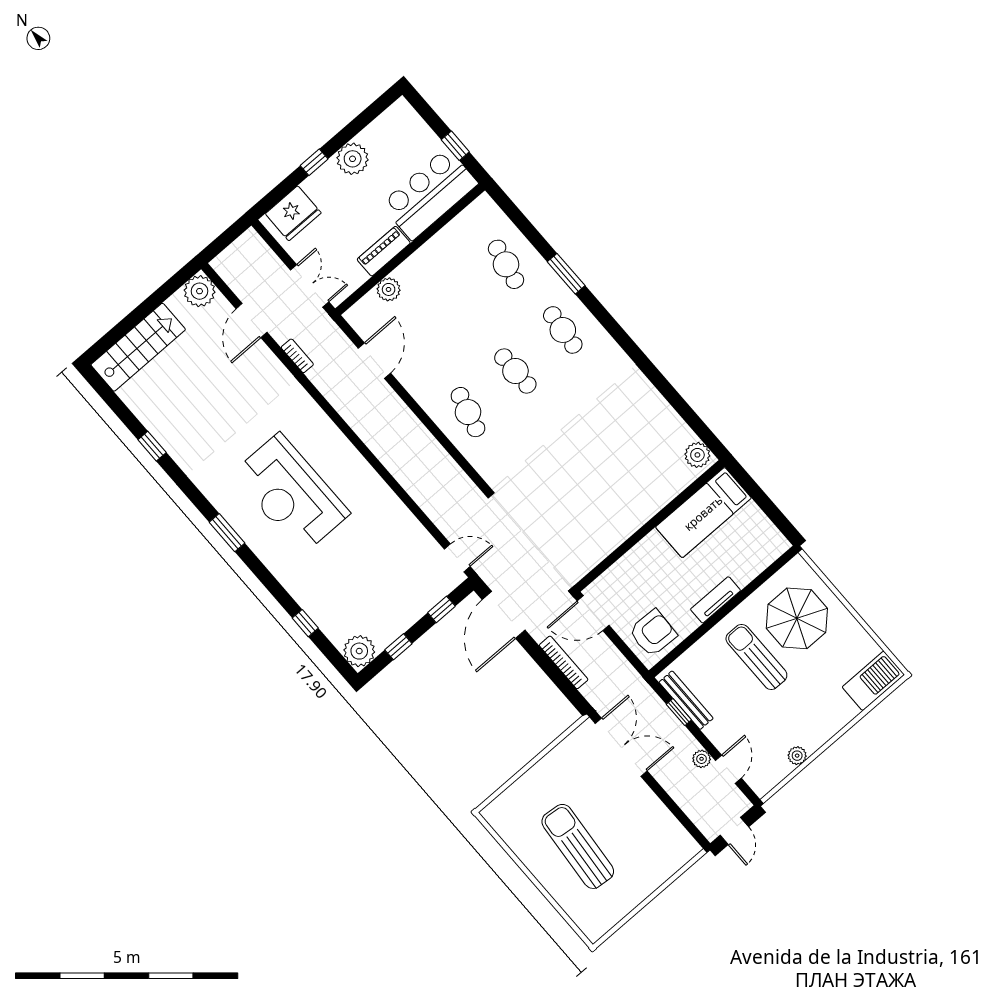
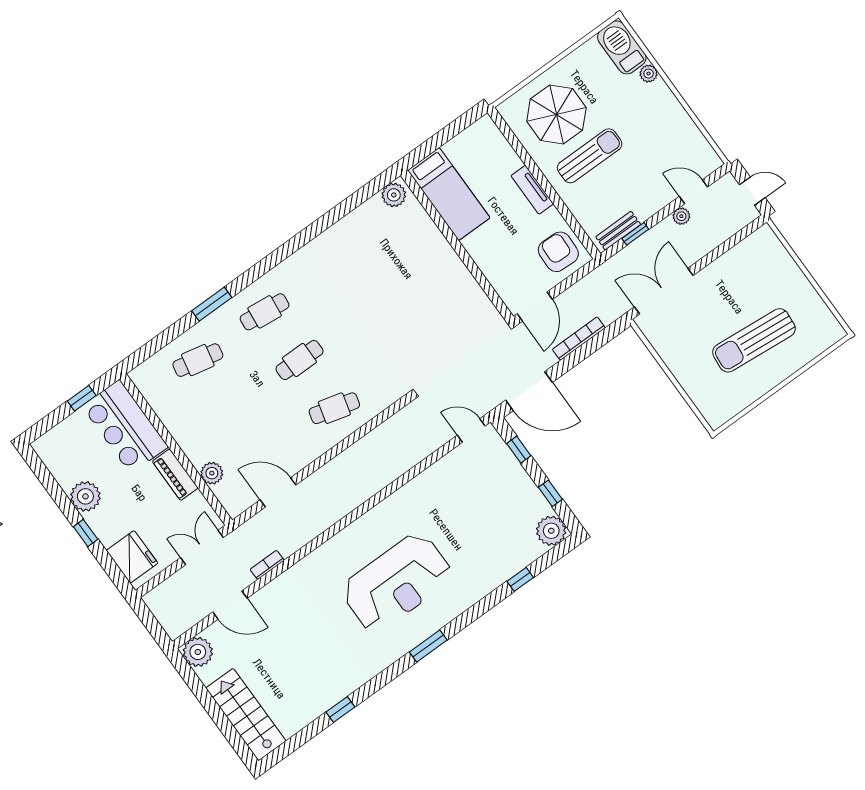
door: (457, 558) -> (471, 430), hinge flipped
sun lounger: (756, 657) -> (590, 156), turned 180
bench: (686, 700) -> (618, 231), width x0.73
plant: (797, 756) -> (649, 74), moved

